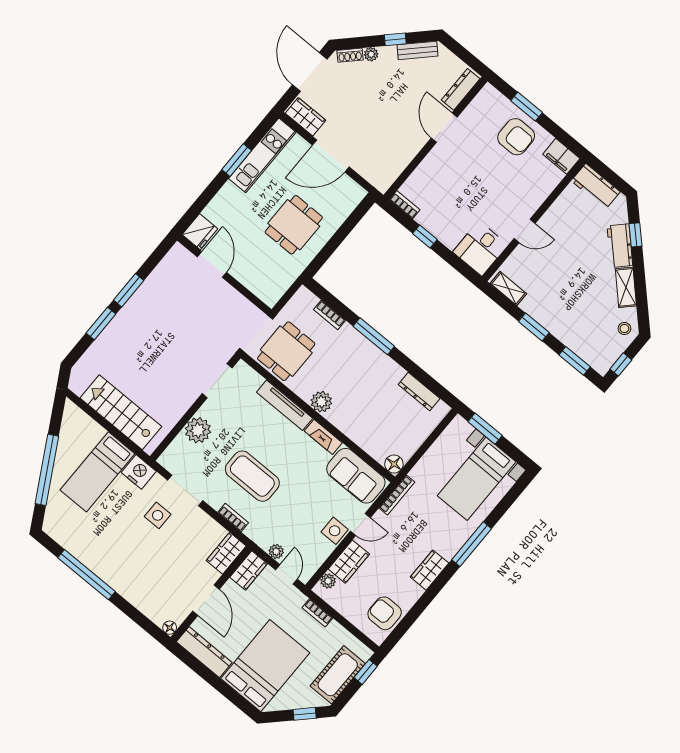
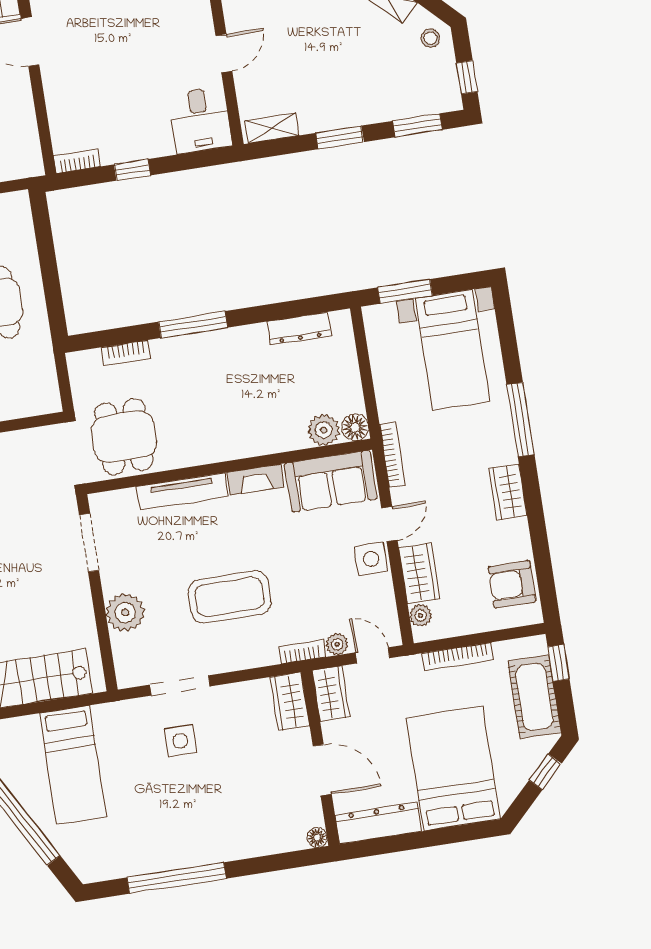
plant: (321, 402) -> (324, 430), moved
nightstand: (139, 472) -> (113, 719), removed
bookcase: (233, 518) -> (302, 652), moved
bookcase: (317, 613) -> (458, 657), width x1.56

